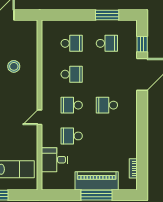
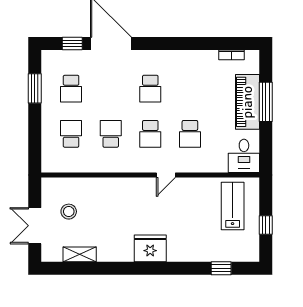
school desk: (107, 43) -> (71, 89), turned 180
stool: (14, 66) -> (69, 212), moved
door: (40, 117) -> (166, 175), hinge flipped
desk: (54, 160) -> (244, 156), moved

